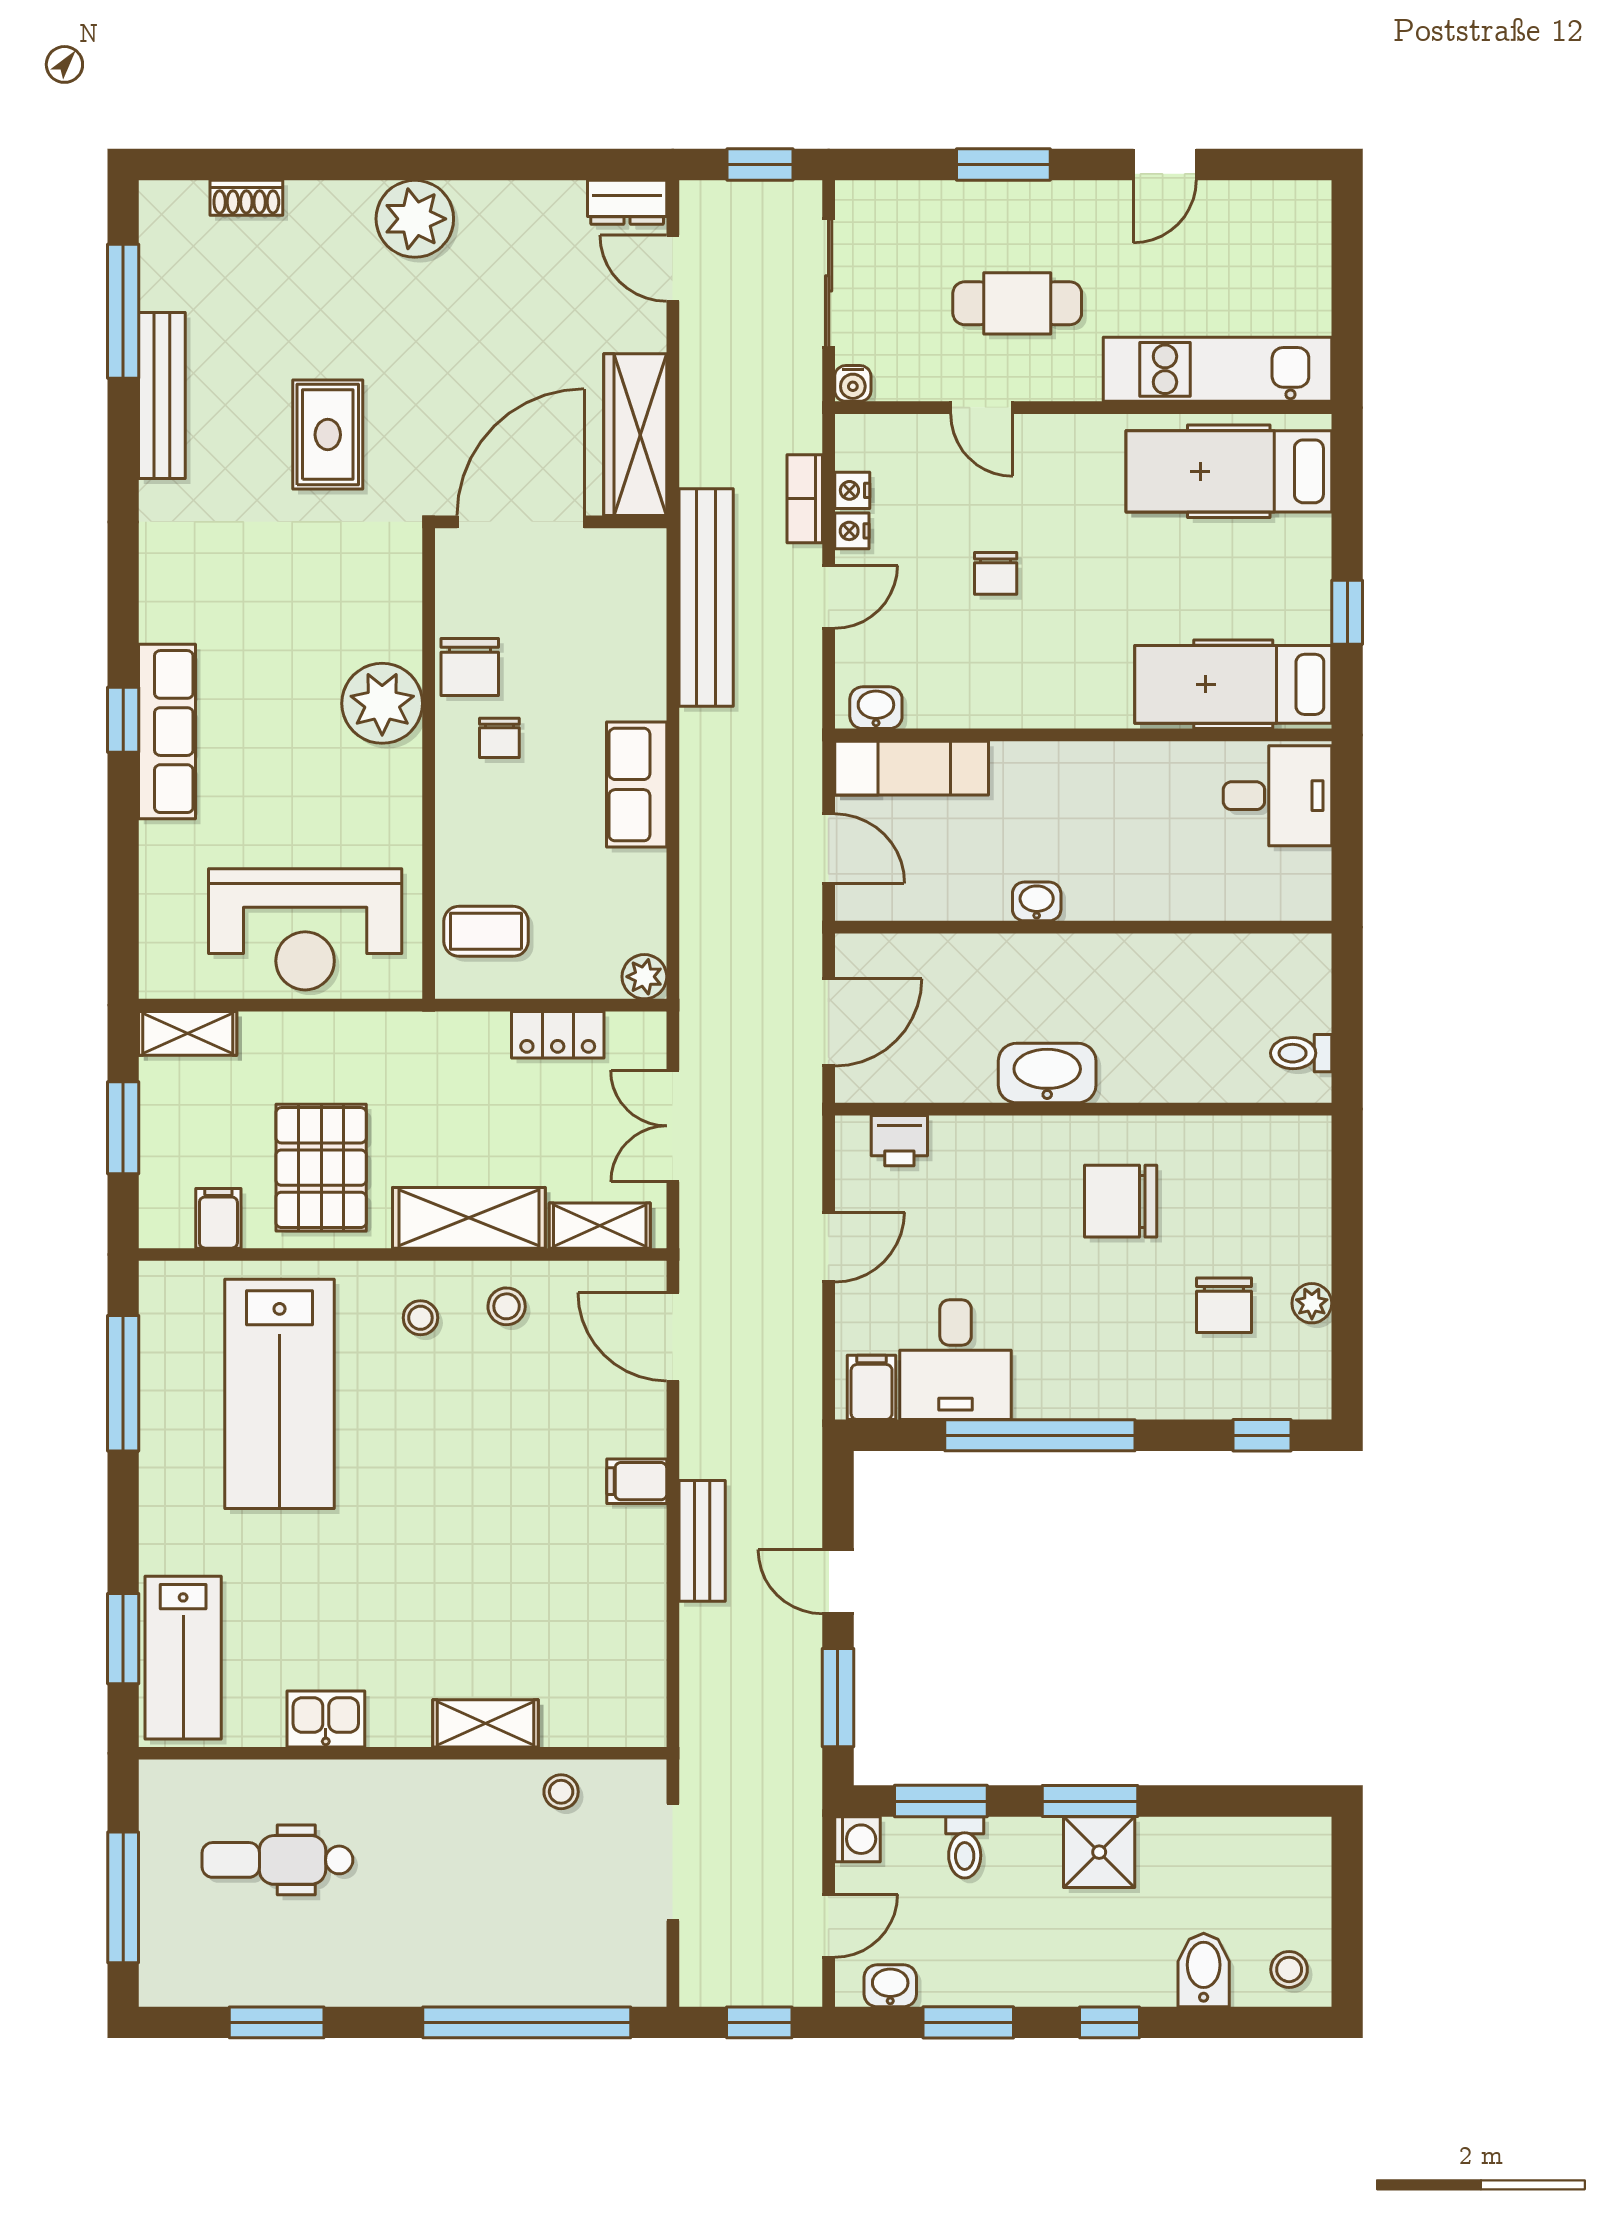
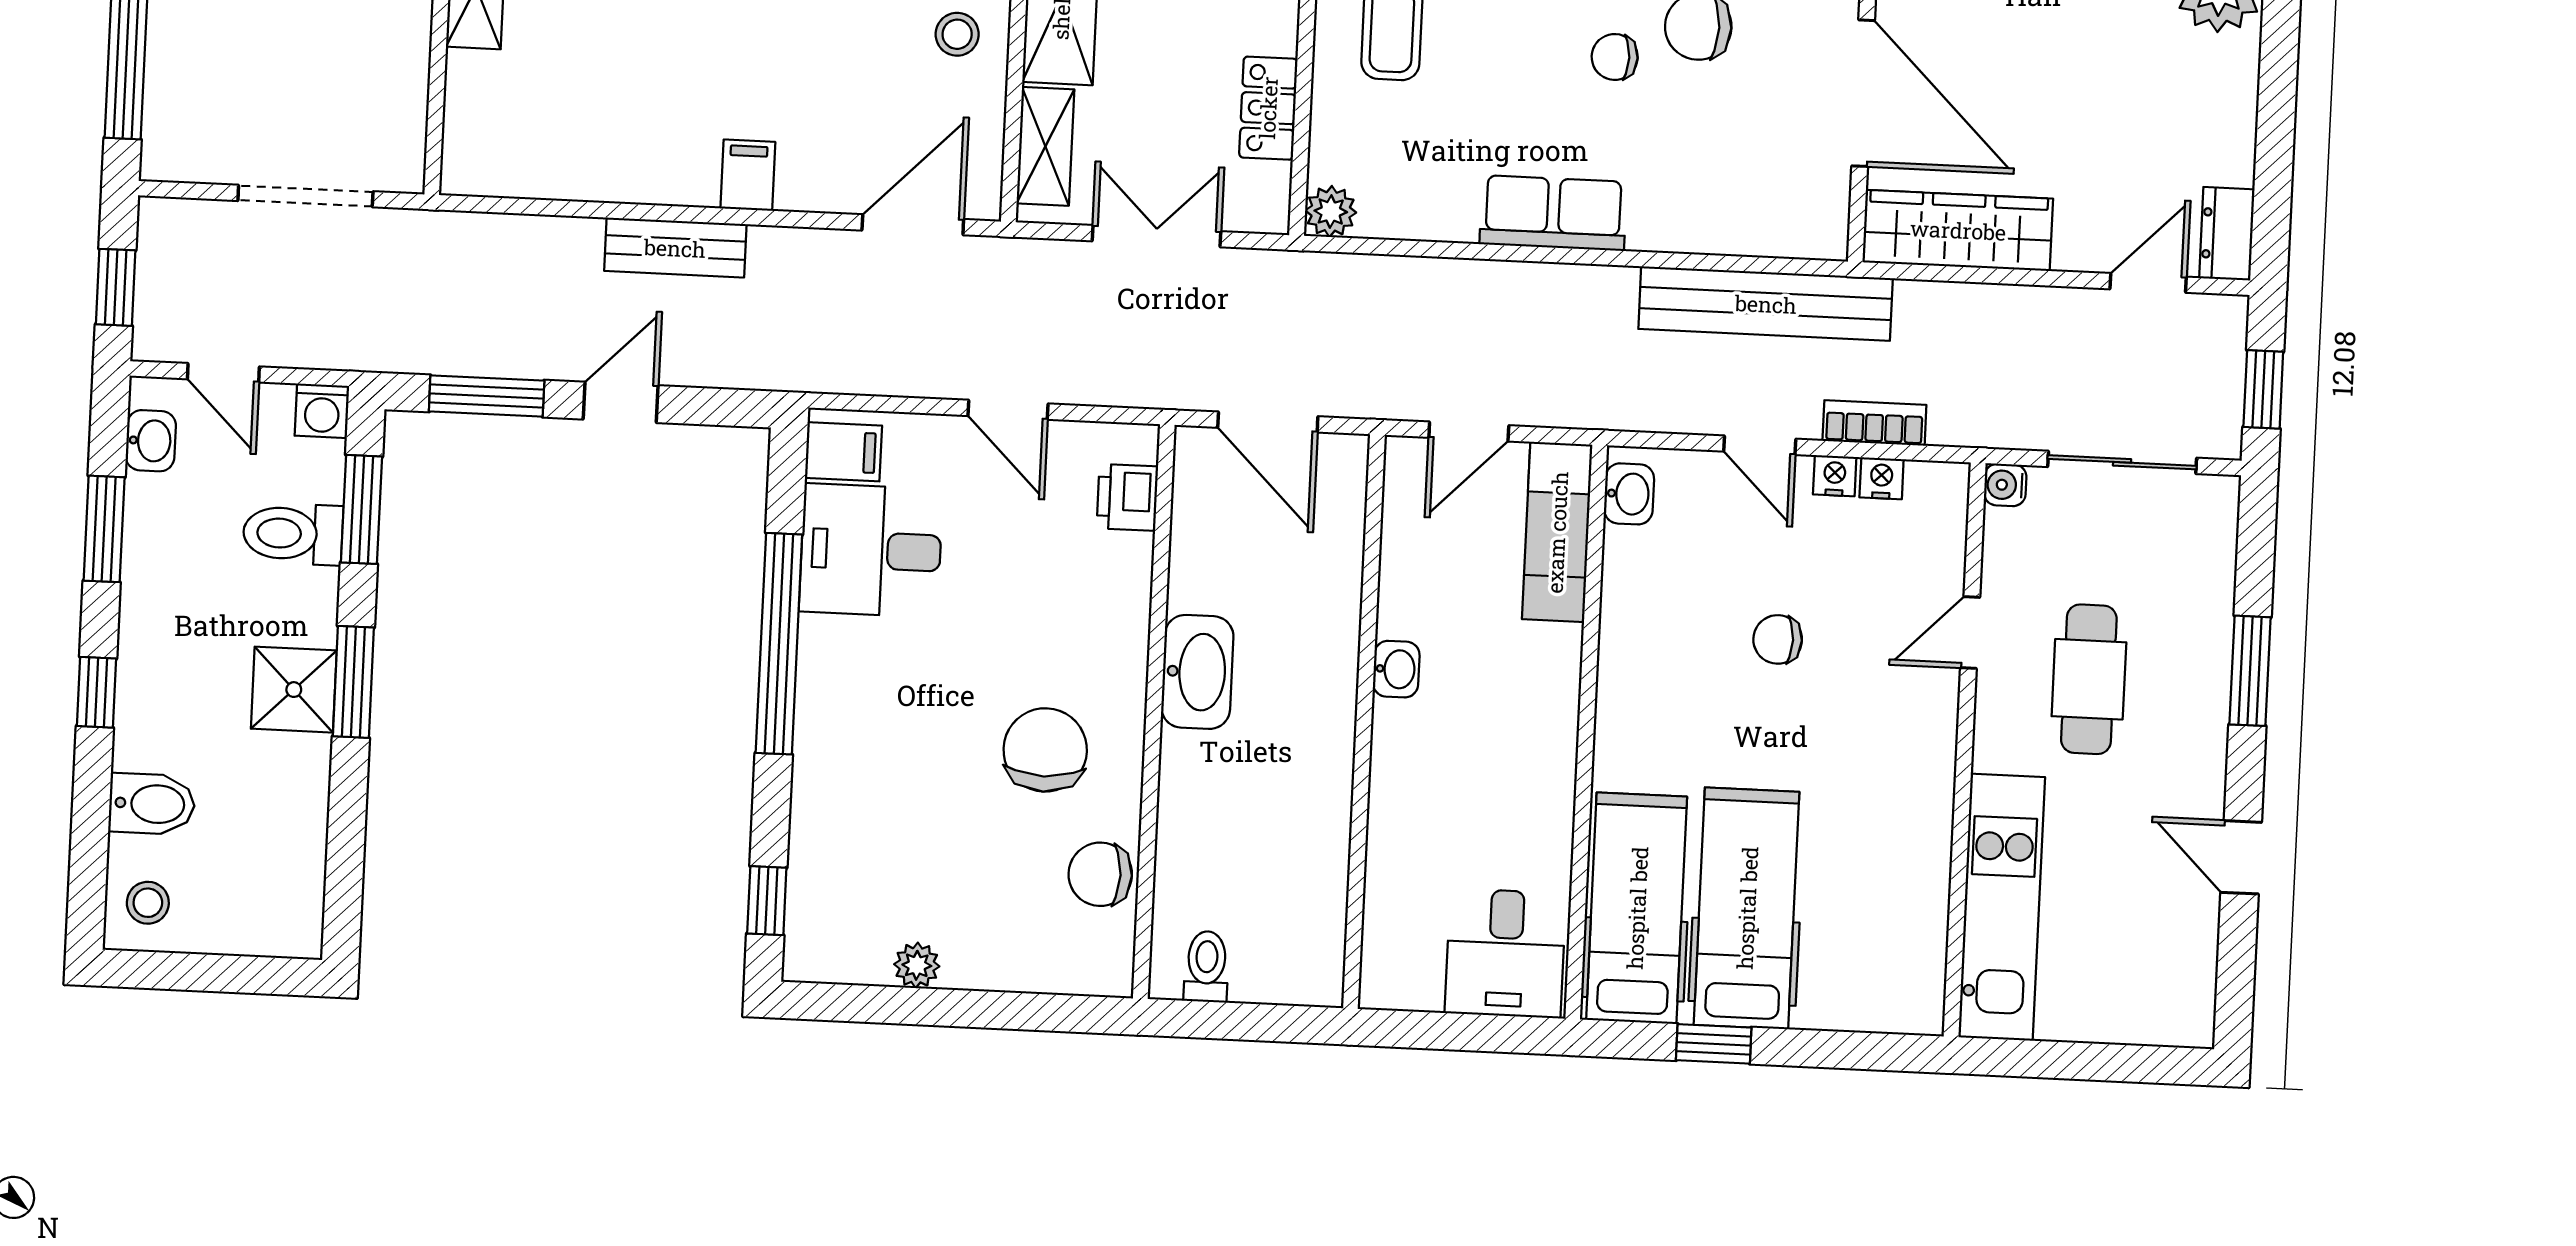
hospital bed: (1229, 471) -> (1747, 908), moved
chair: (1224, 1305) -> (1100, 874), moved
stool: (561, 1792) -> (393, 71), removed
toilet: (965, 1847) -> (293, 534), width x1.37, depth x1.39

